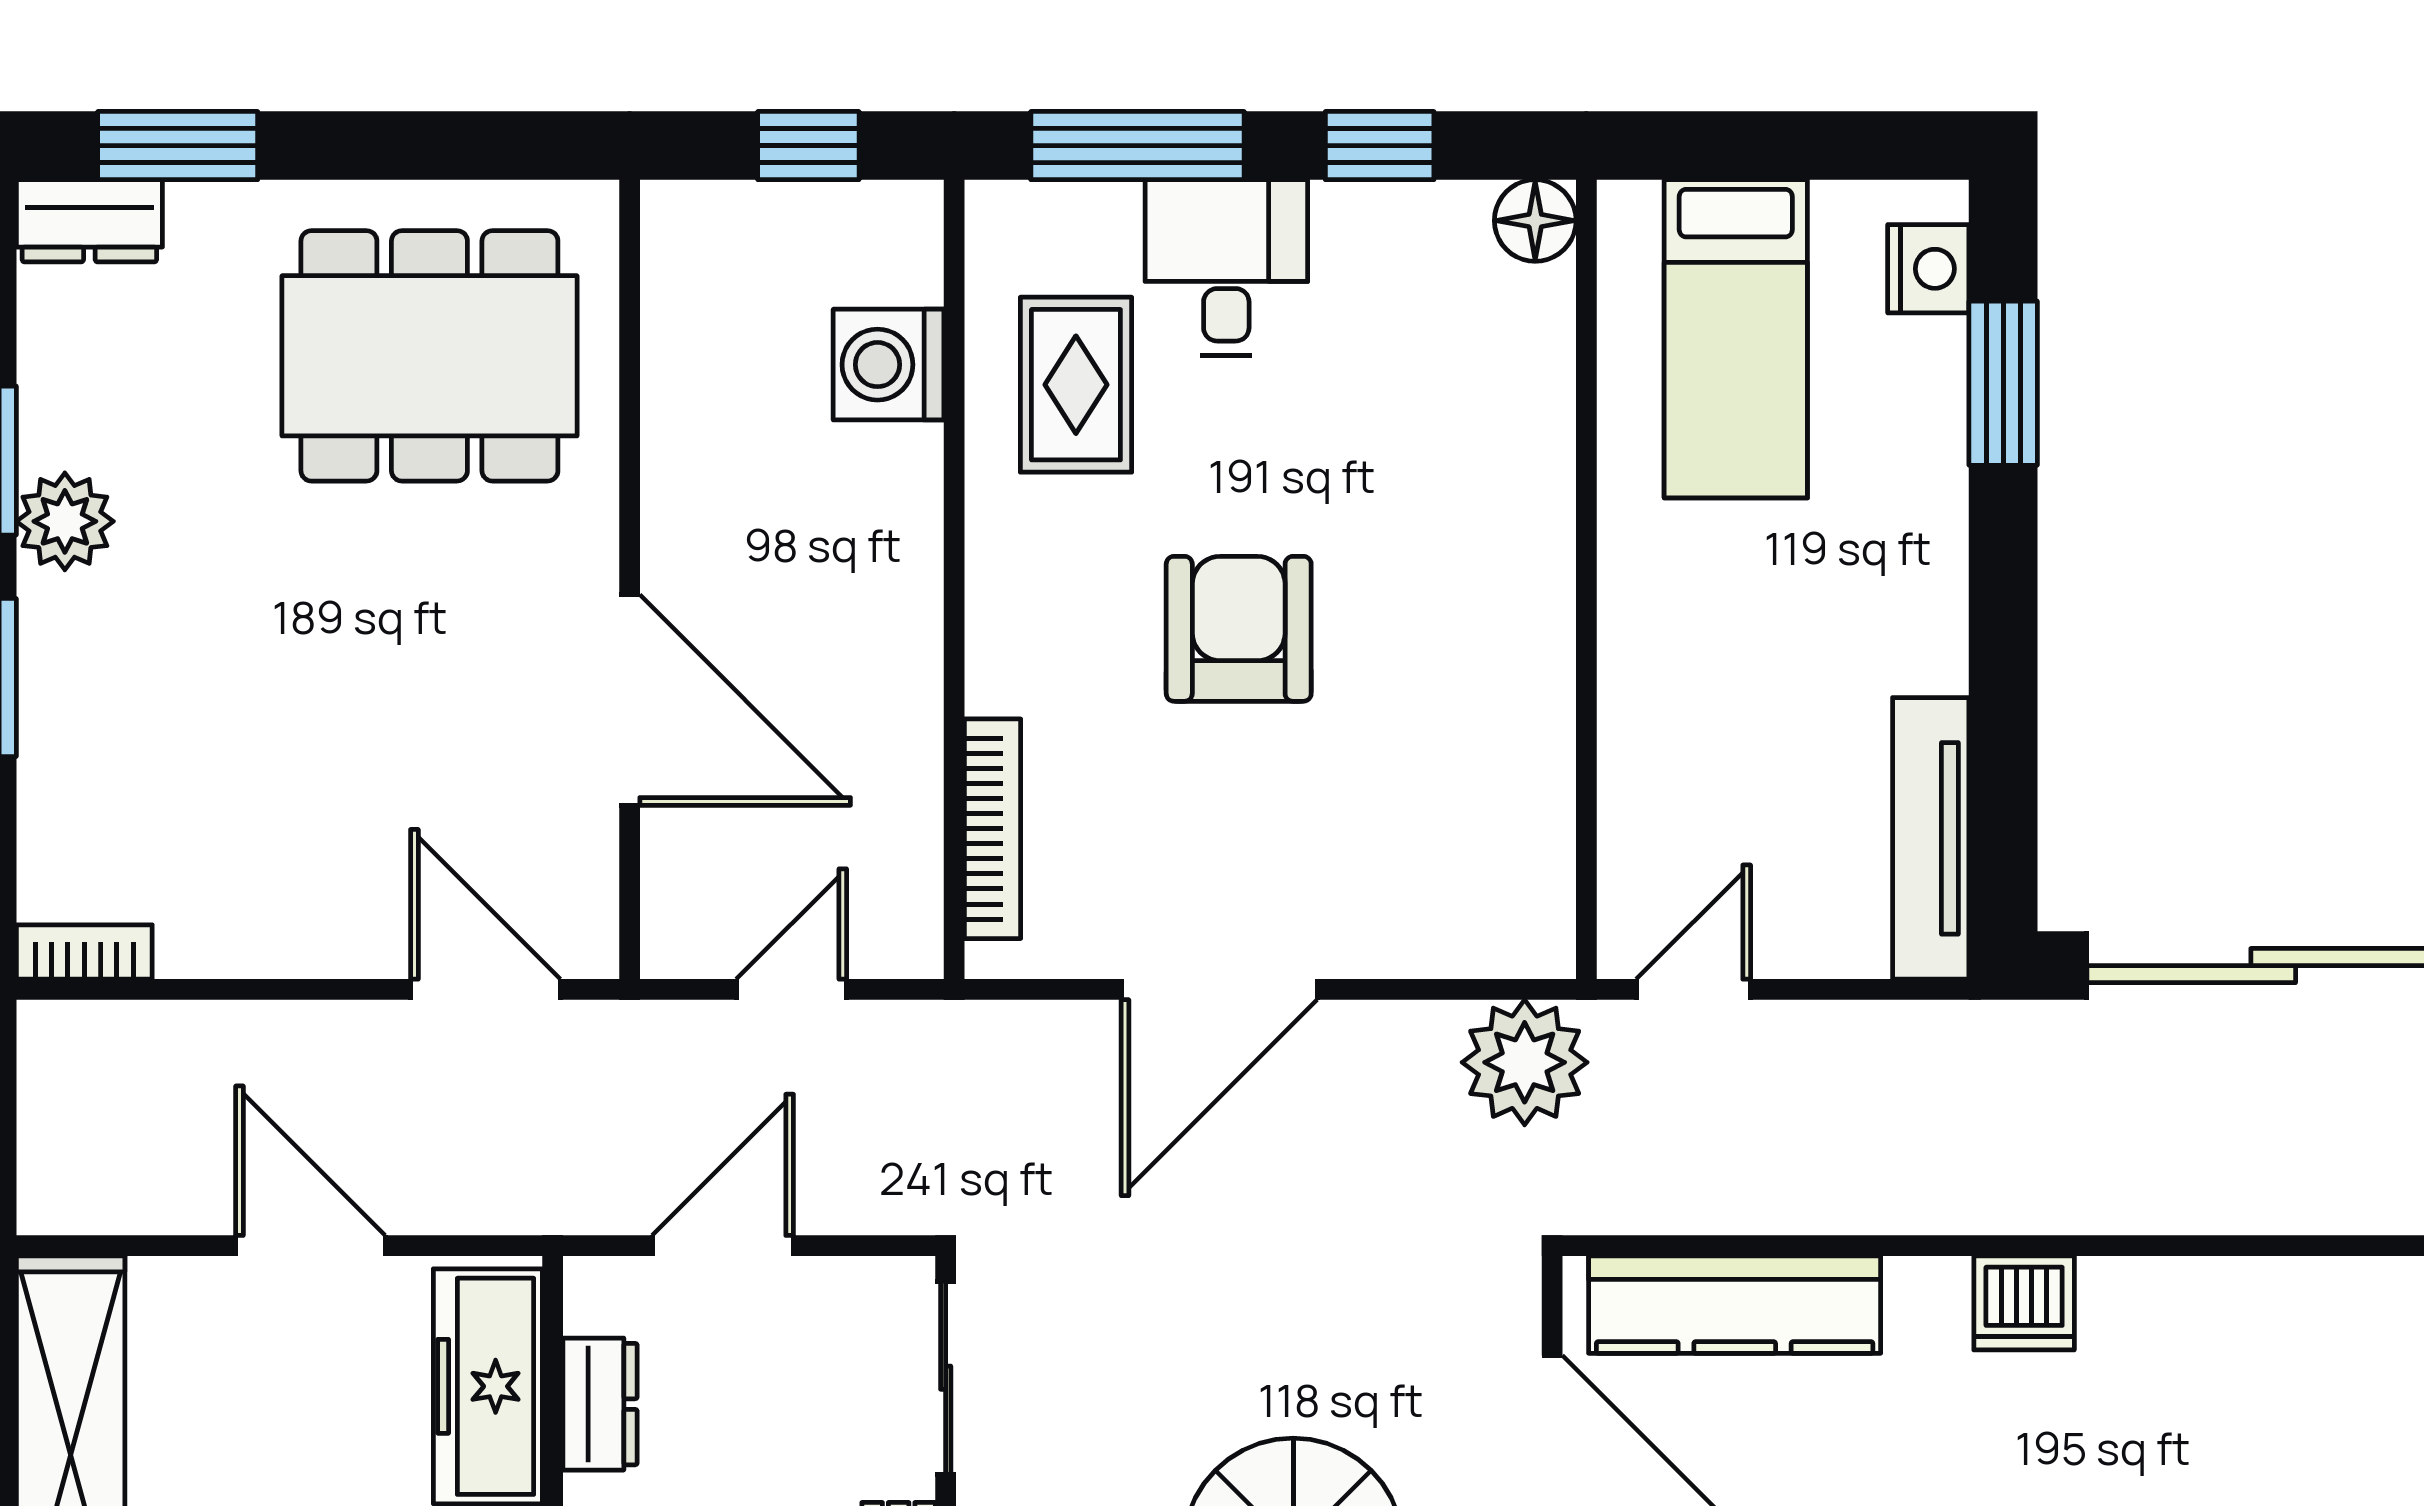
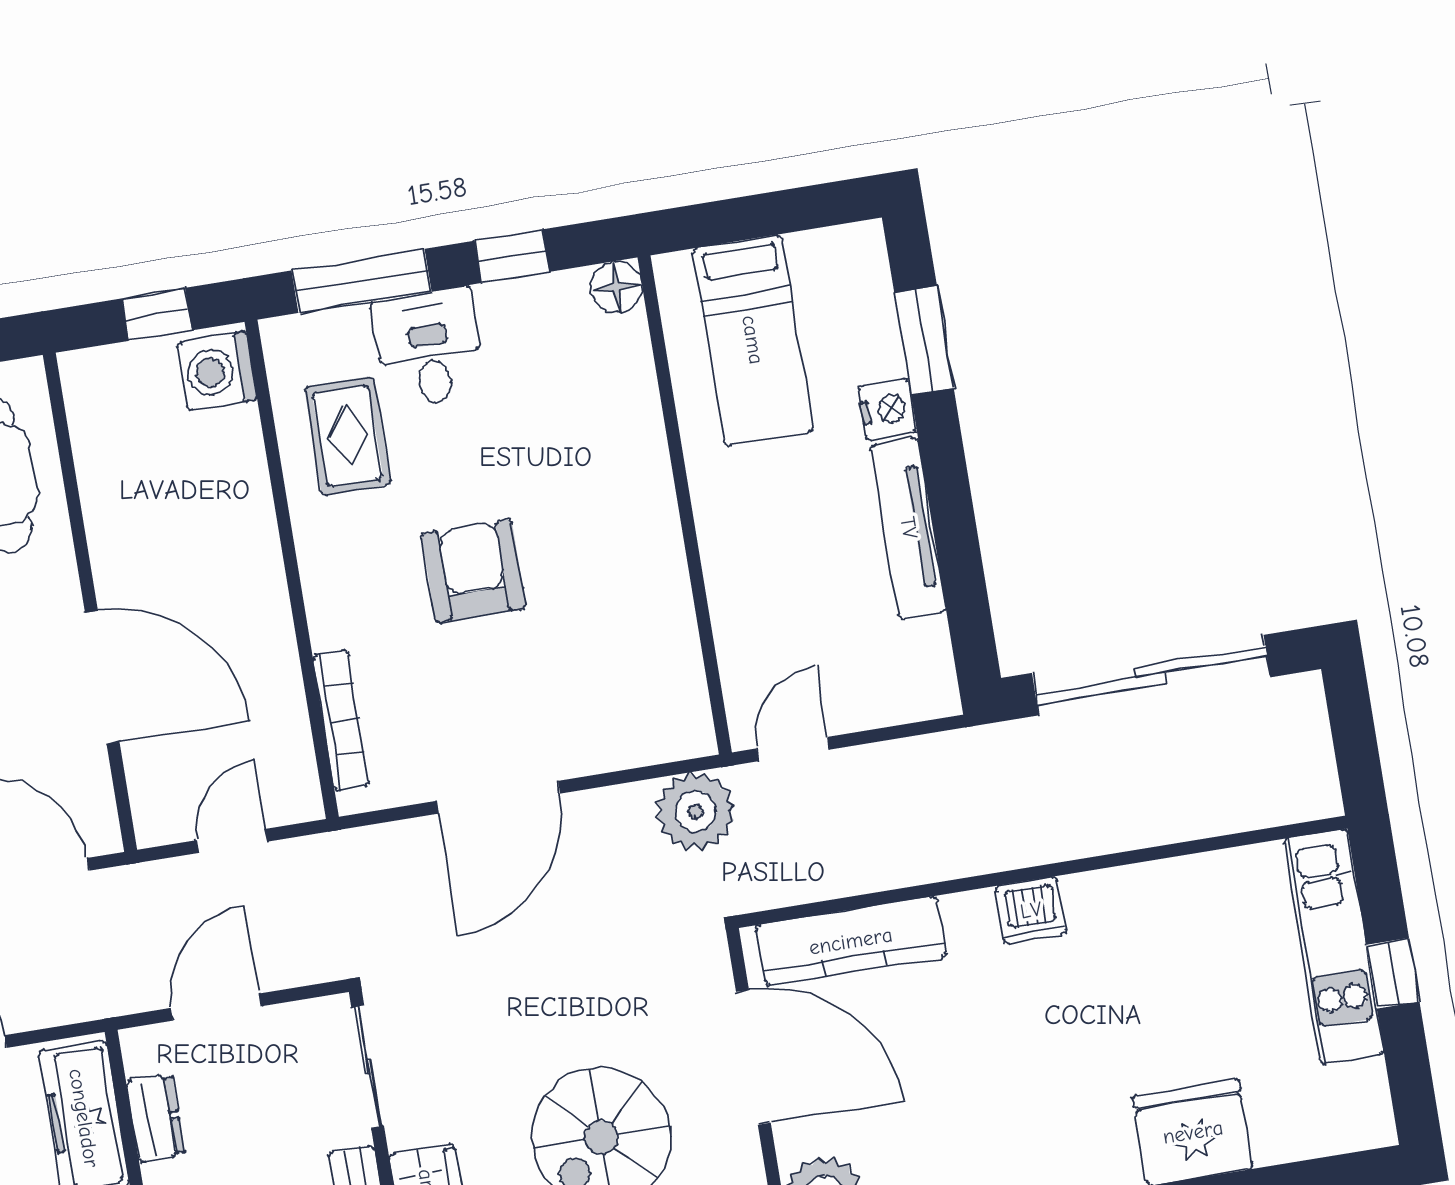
nightstand: (1928, 269) -> (887, 409), moved
washing machine: (889, 365) -> (217, 371), moved
tv unit: (1931, 838) -> (909, 528), moved

